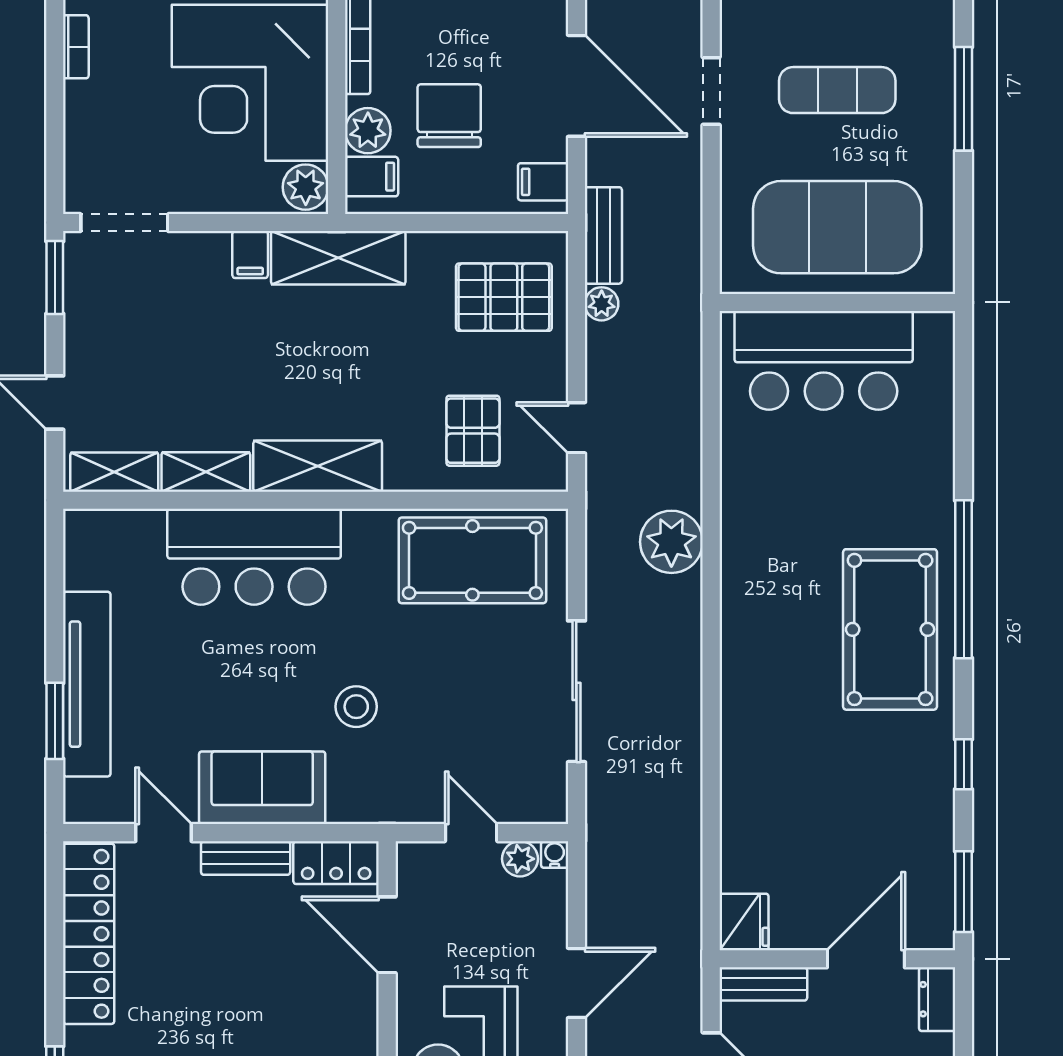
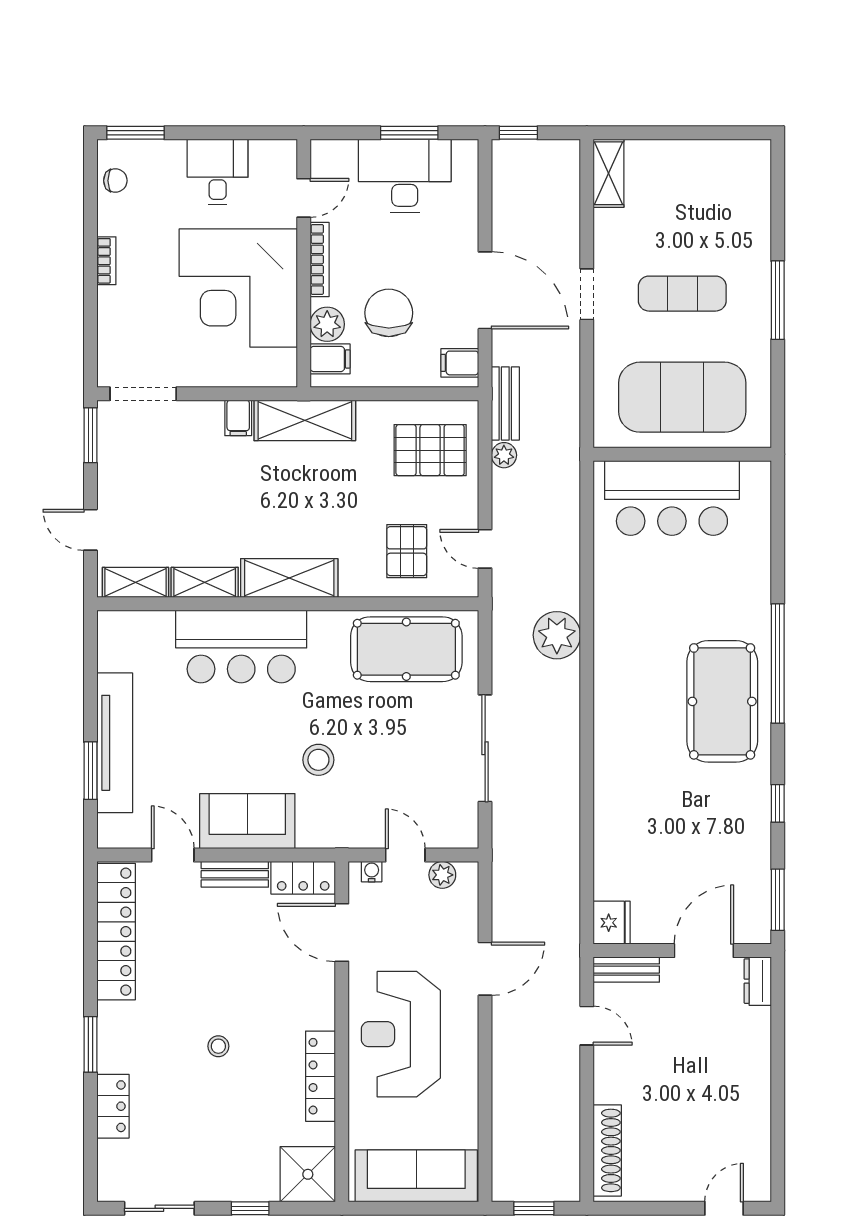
plant: (306, 187) -> (280, 367), removed
water cooler: (555, 854) -> (372, 872), moved

